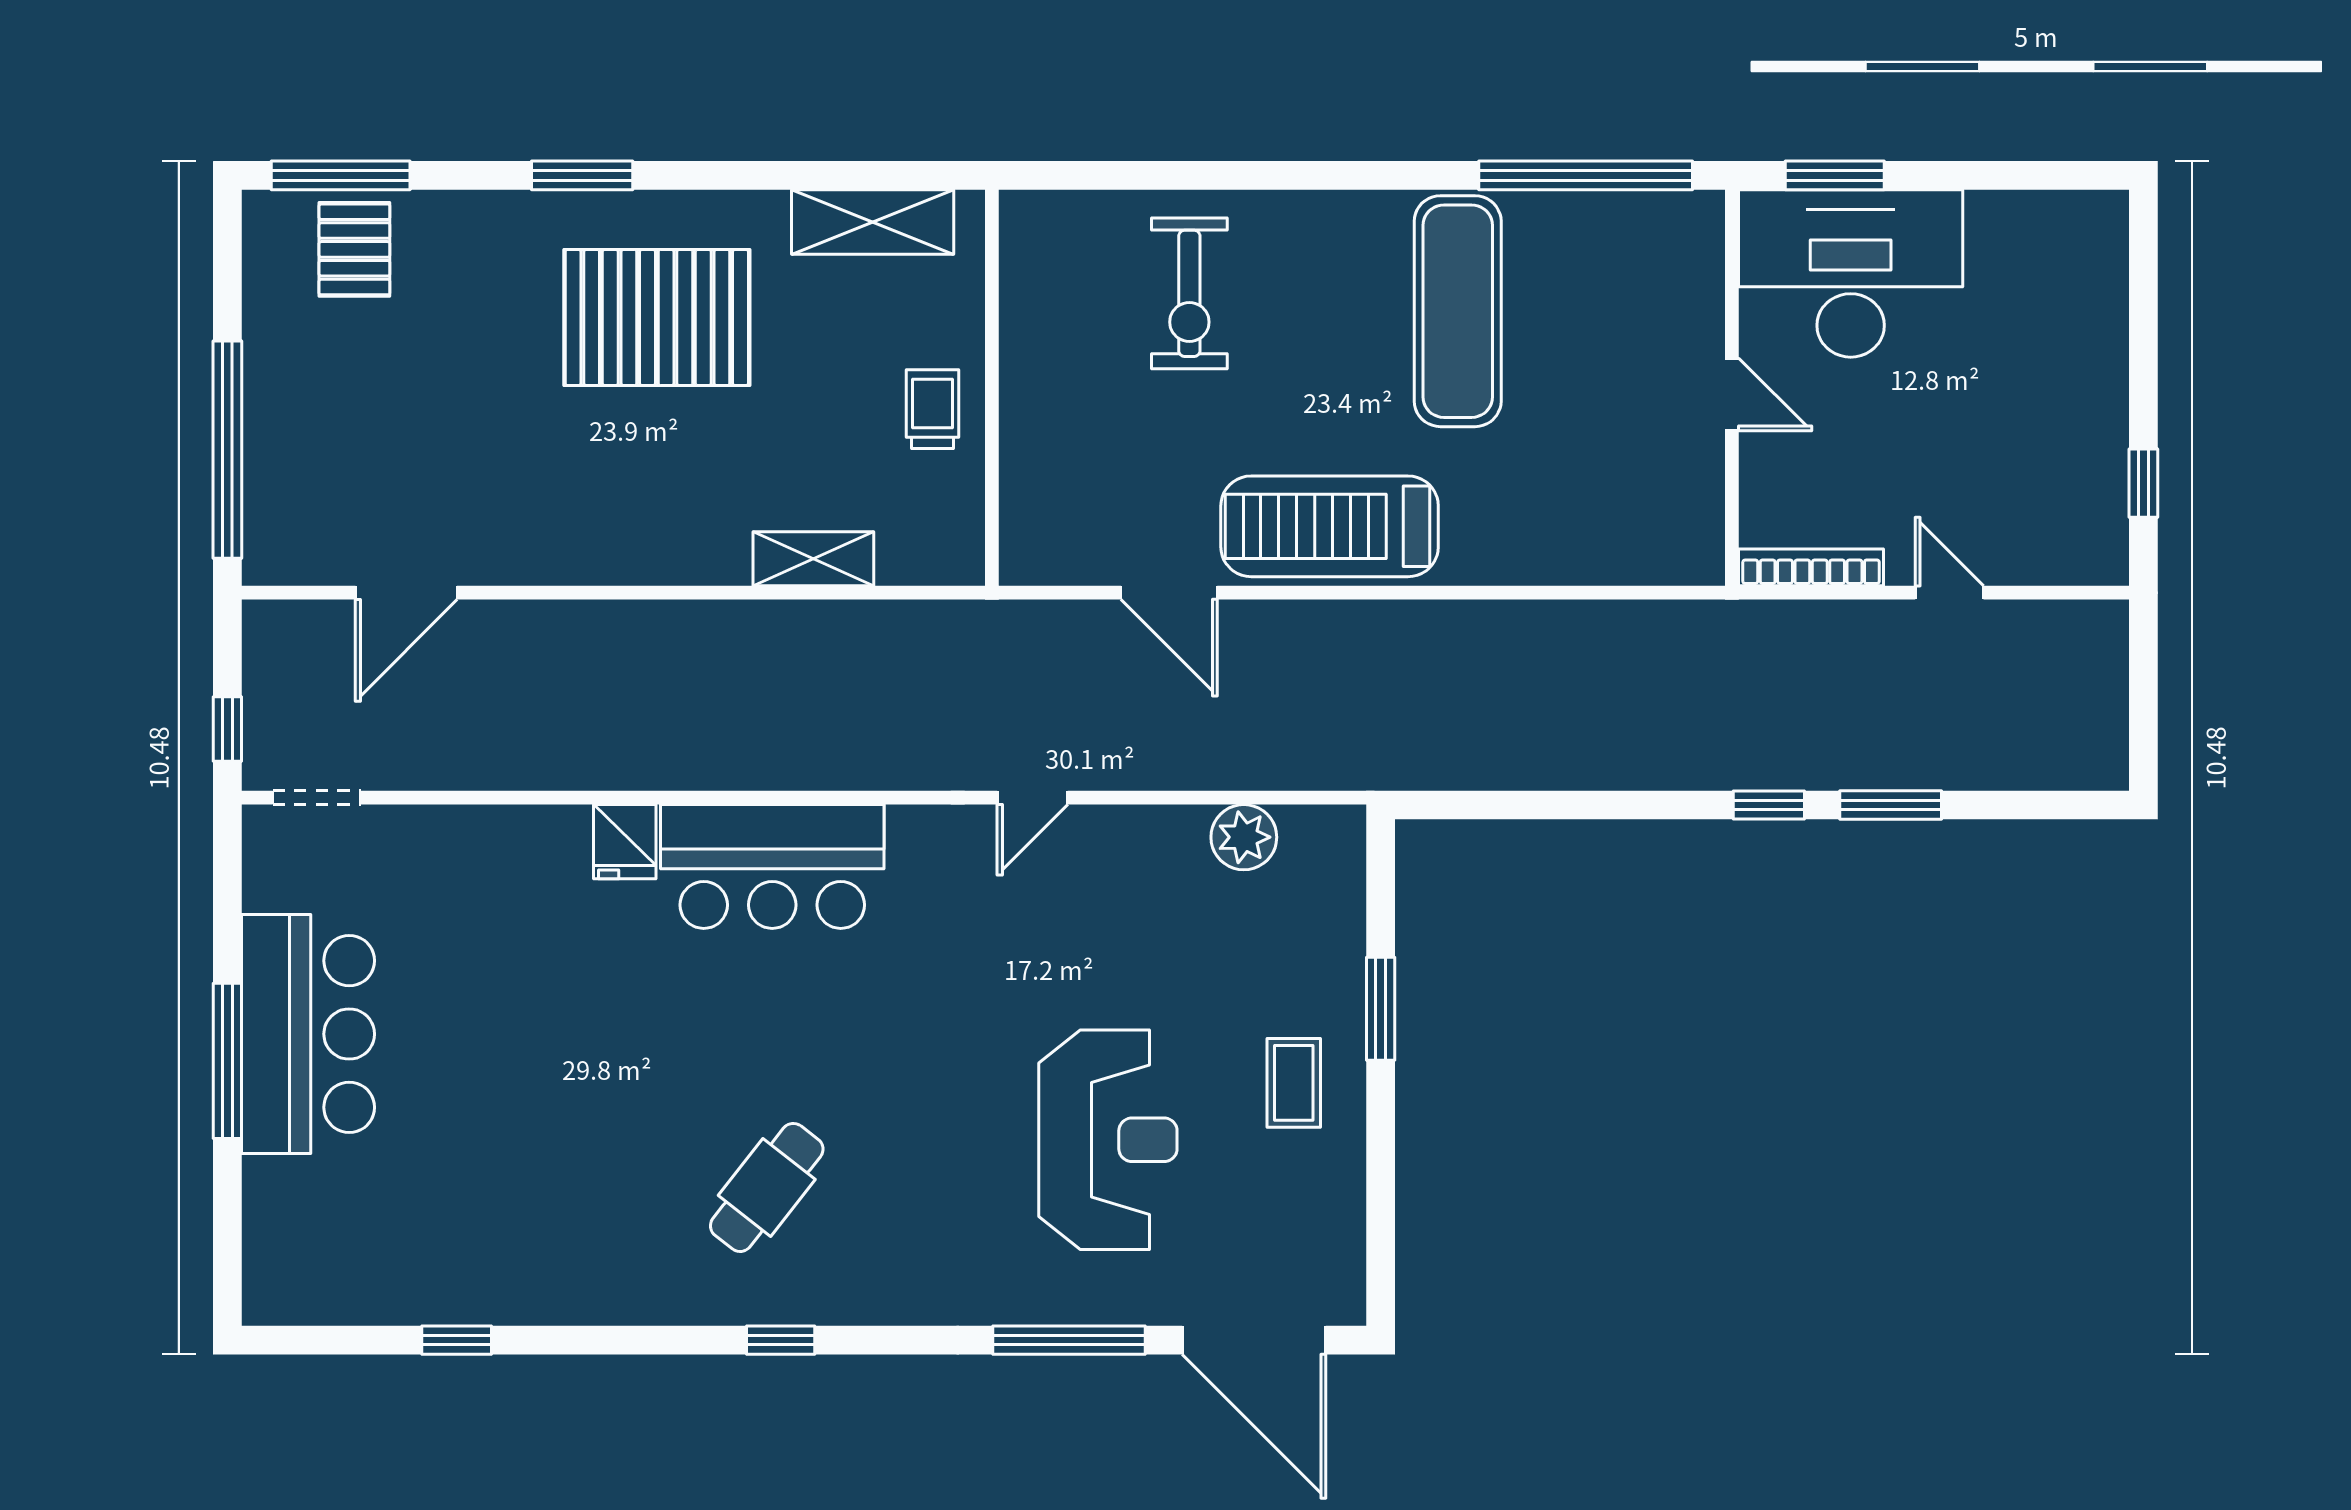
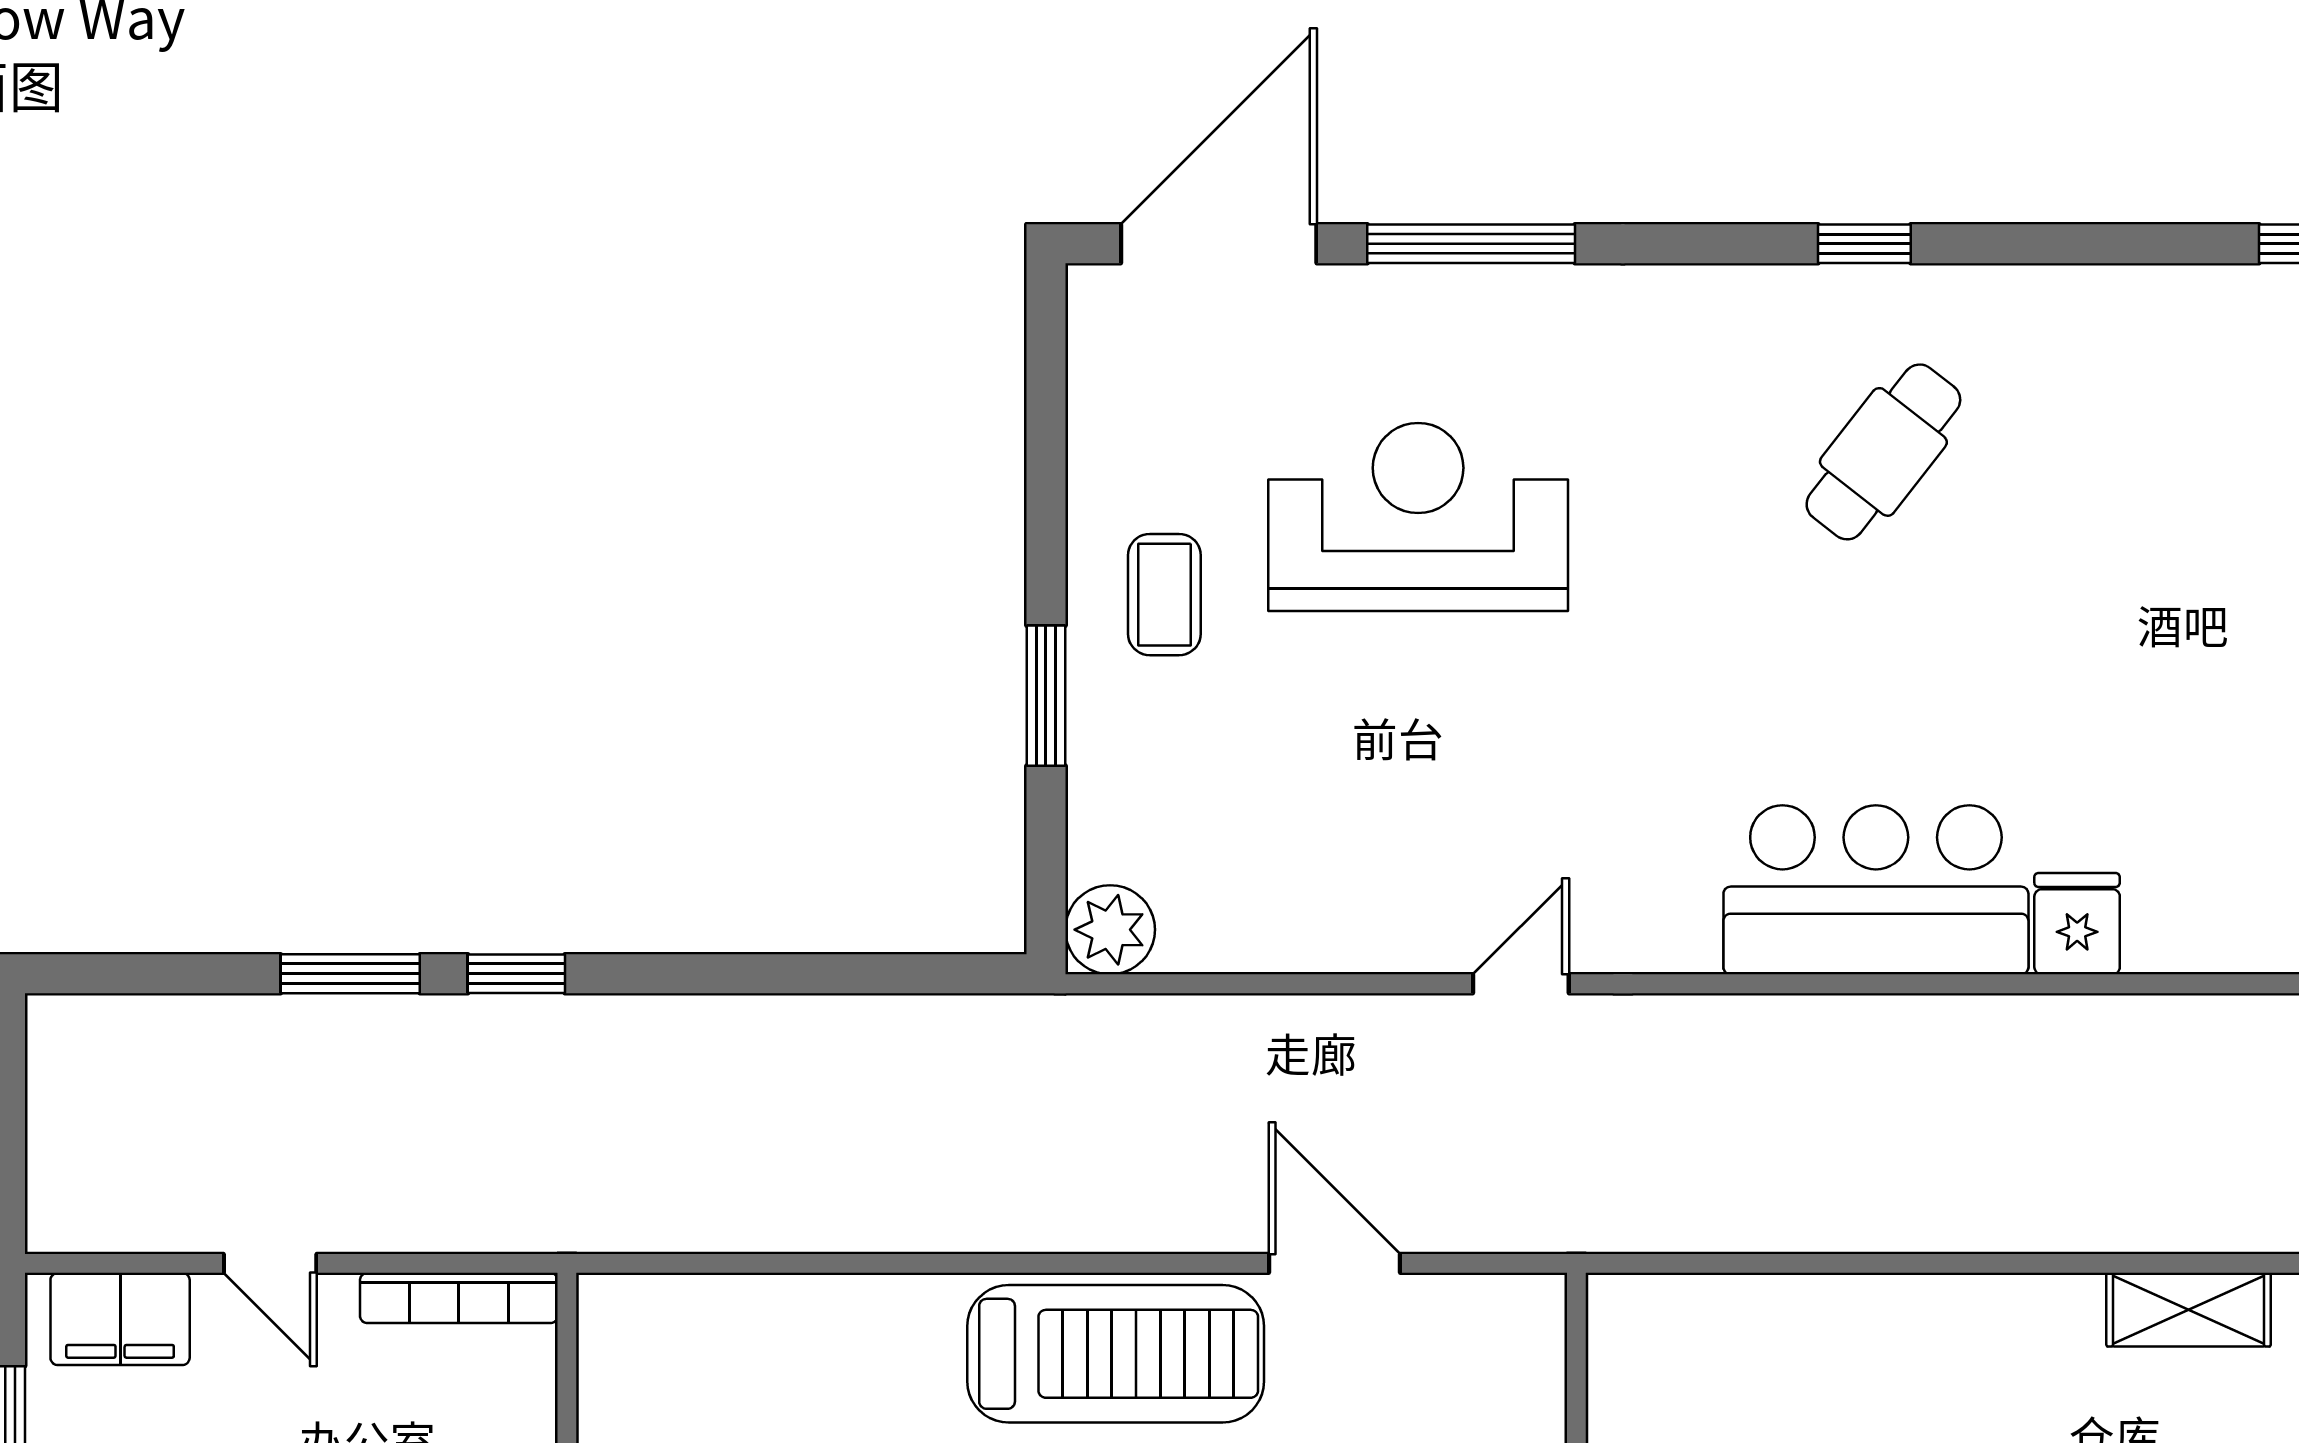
filing cabinet: (2059, 552) -> (120, 1319), added
shelving: (813, 559) -> (2189, 1310), moved
plant: (1244, 837) -> (1110, 930), moved
reception desk: (1108, 1140) -> (1418, 517), turned 90
door: (1254, 1340) -> (1219, 244), hinge flipped

